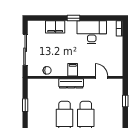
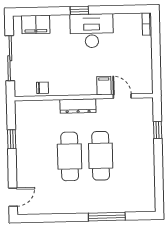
filing cabinet: (55, 27) -> (36, 24), moved
desk: (92, 32) -> (92, 31), moved
filing cabinet: (73, 70) -> (104, 86), moved

